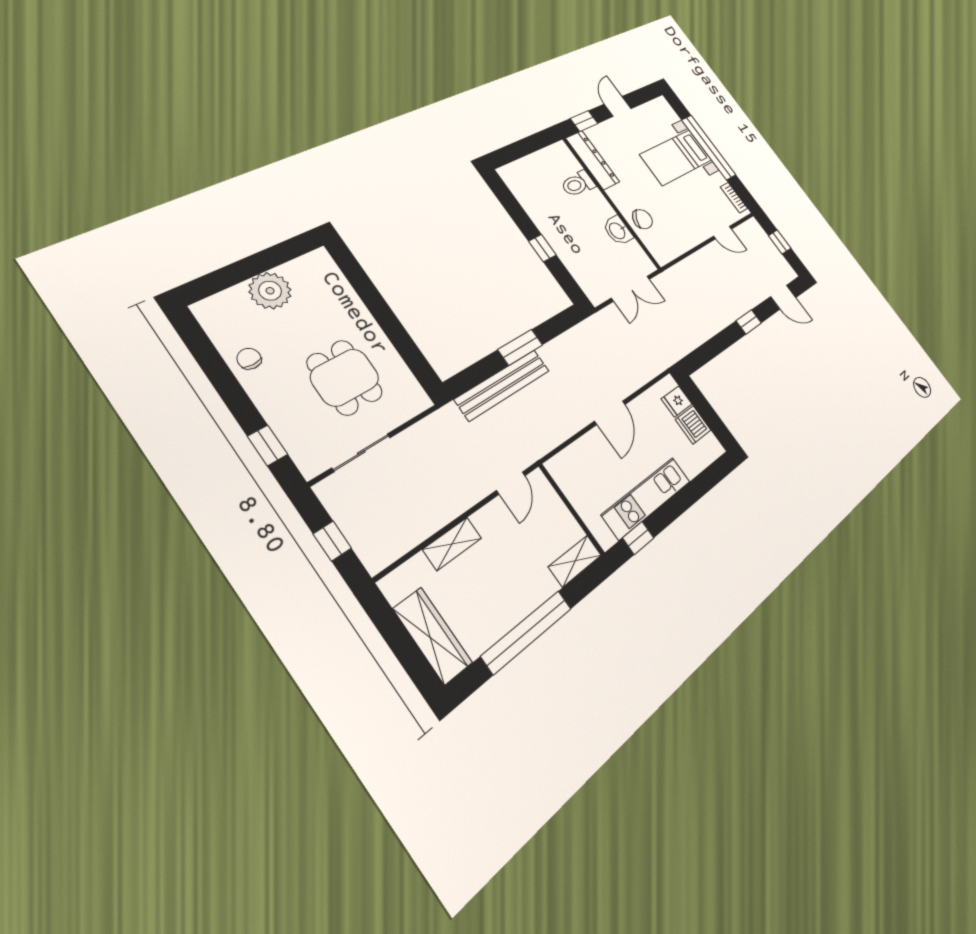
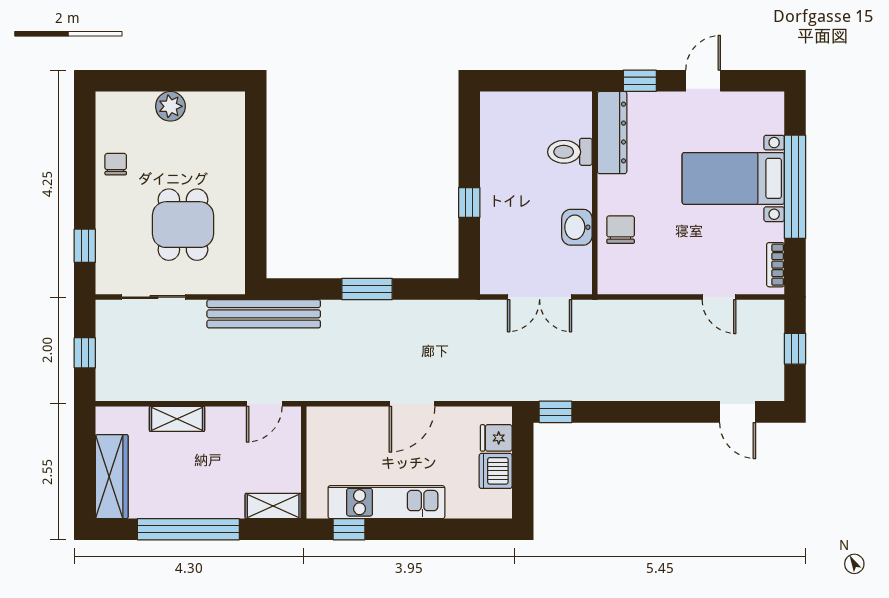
chair: (642, 219) -> (621, 230), turned -118
plant: (270, 291) -> (170, 106), width x0.73, depth x0.73
window: (749, 322) -> (555, 412), moved
bench: (503, 385) -> (264, 314), moved

